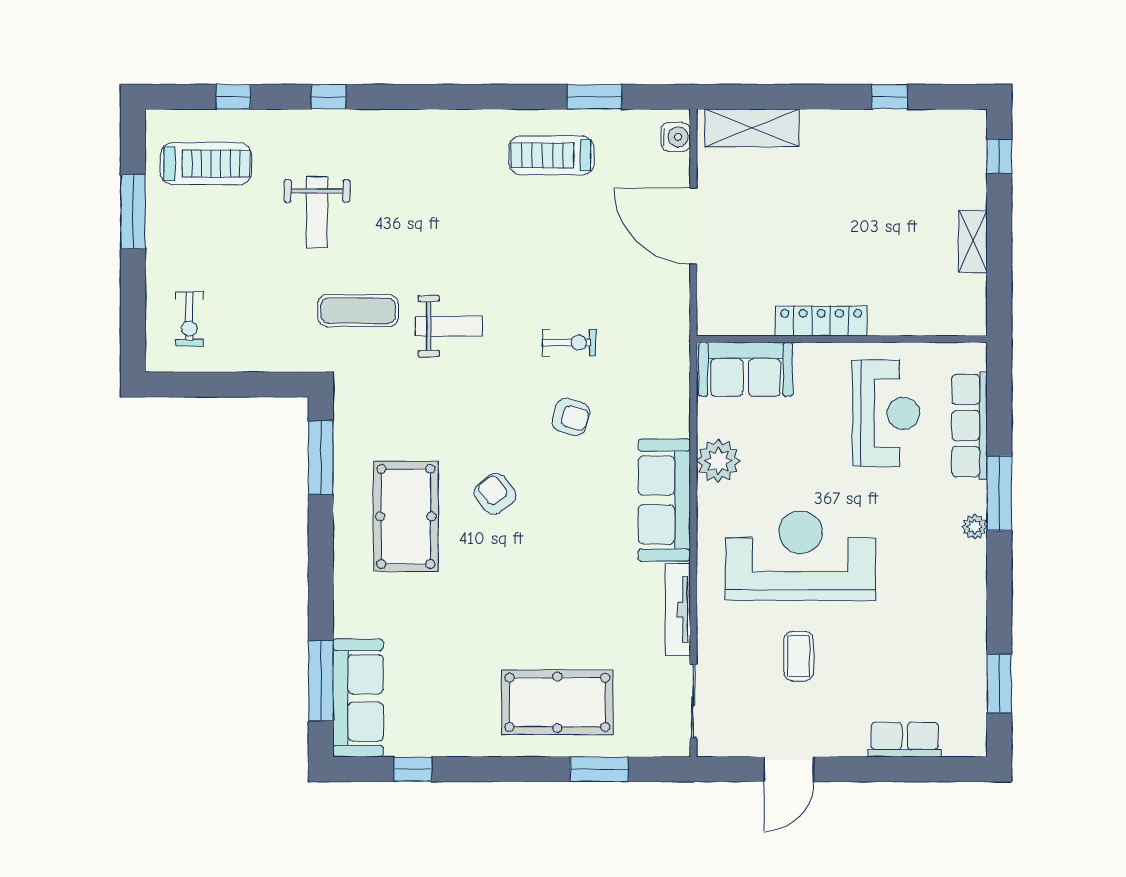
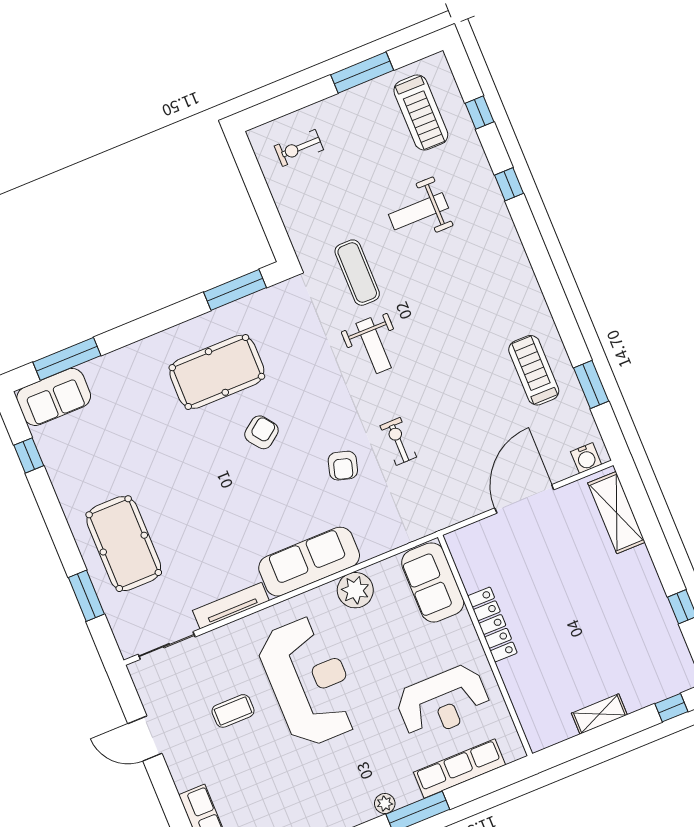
exercise bike: (569, 343) -> (398, 441), turned 180
sofa: (358, 698) -> (54, 397), width x0.73

